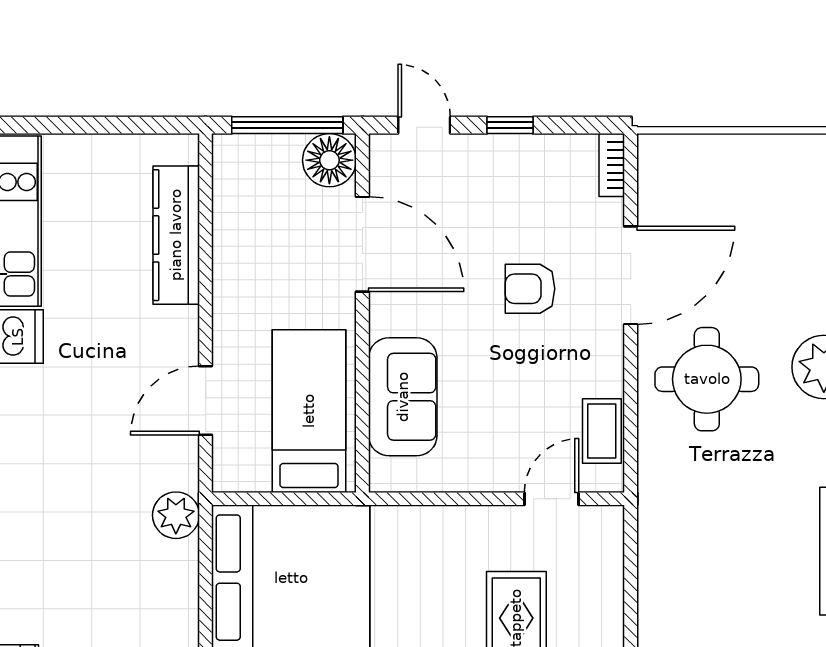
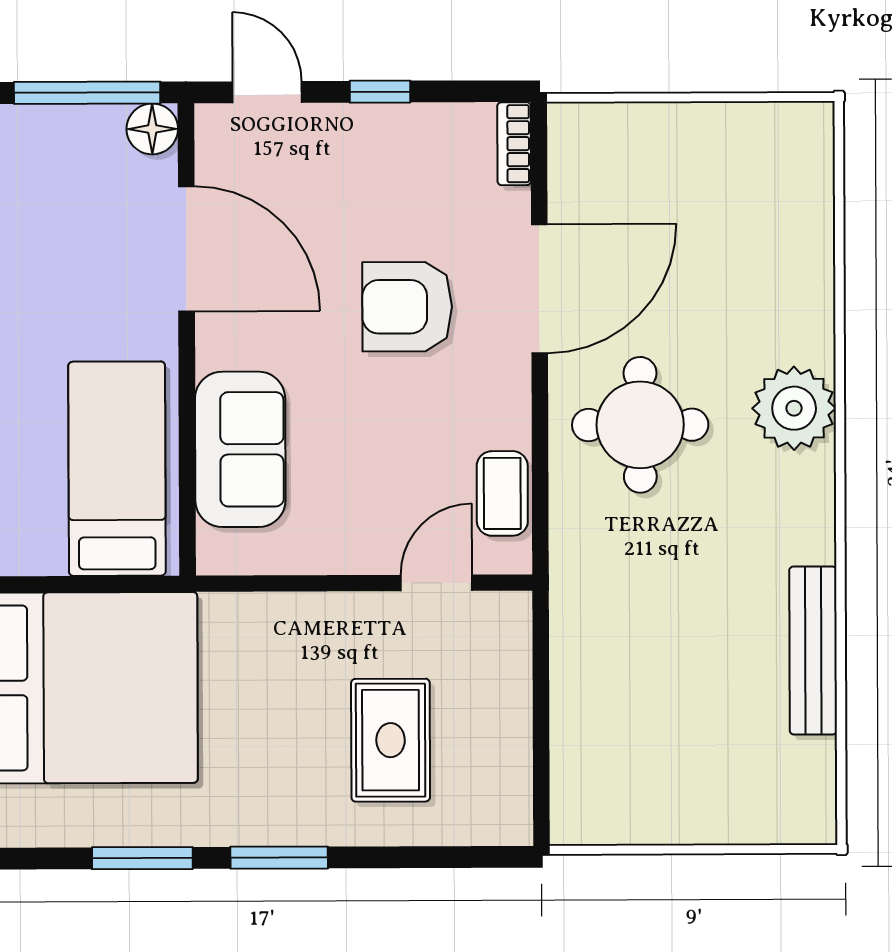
floor lamp: (329, 160) -> (152, 129), width x0.73, depth x0.73
armchair: (530, 289) -> (407, 307), width x1.38, depth x1.38

